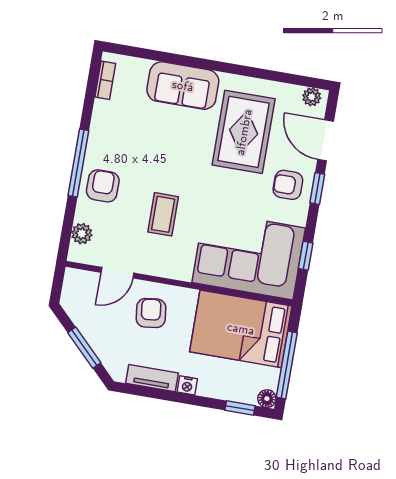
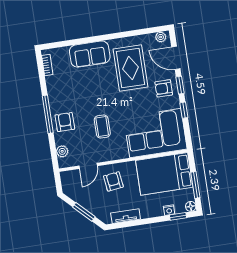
window: (306, 256) -> (184, 110), moved
window: (287, 365) -> (195, 185), width x0.69
nightstand: (187, 385) -> (169, 210), moved

